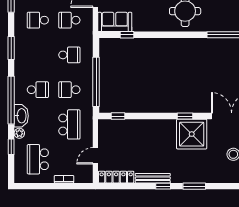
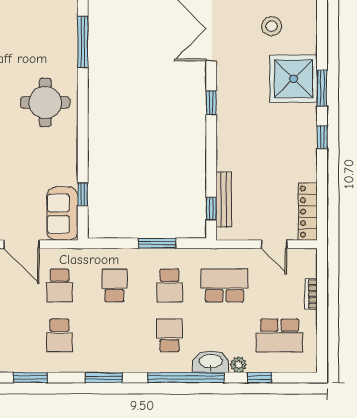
window: (96, 82) -> (157, 243), width x0.47
shower: (192, 134) -> (294, 79), moved
bench: (153, 178) -> (224, 199), moved

